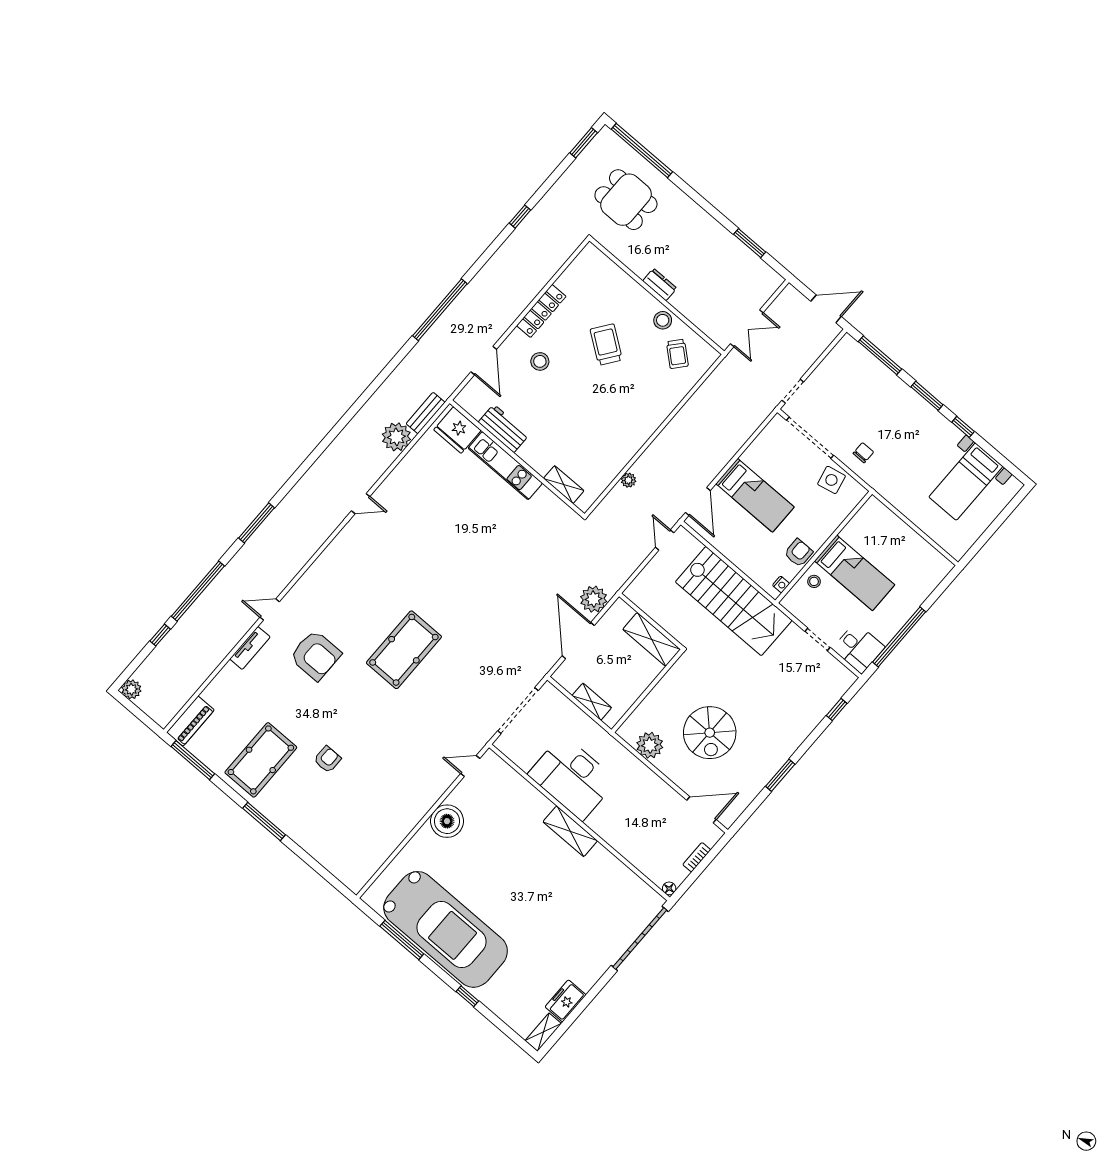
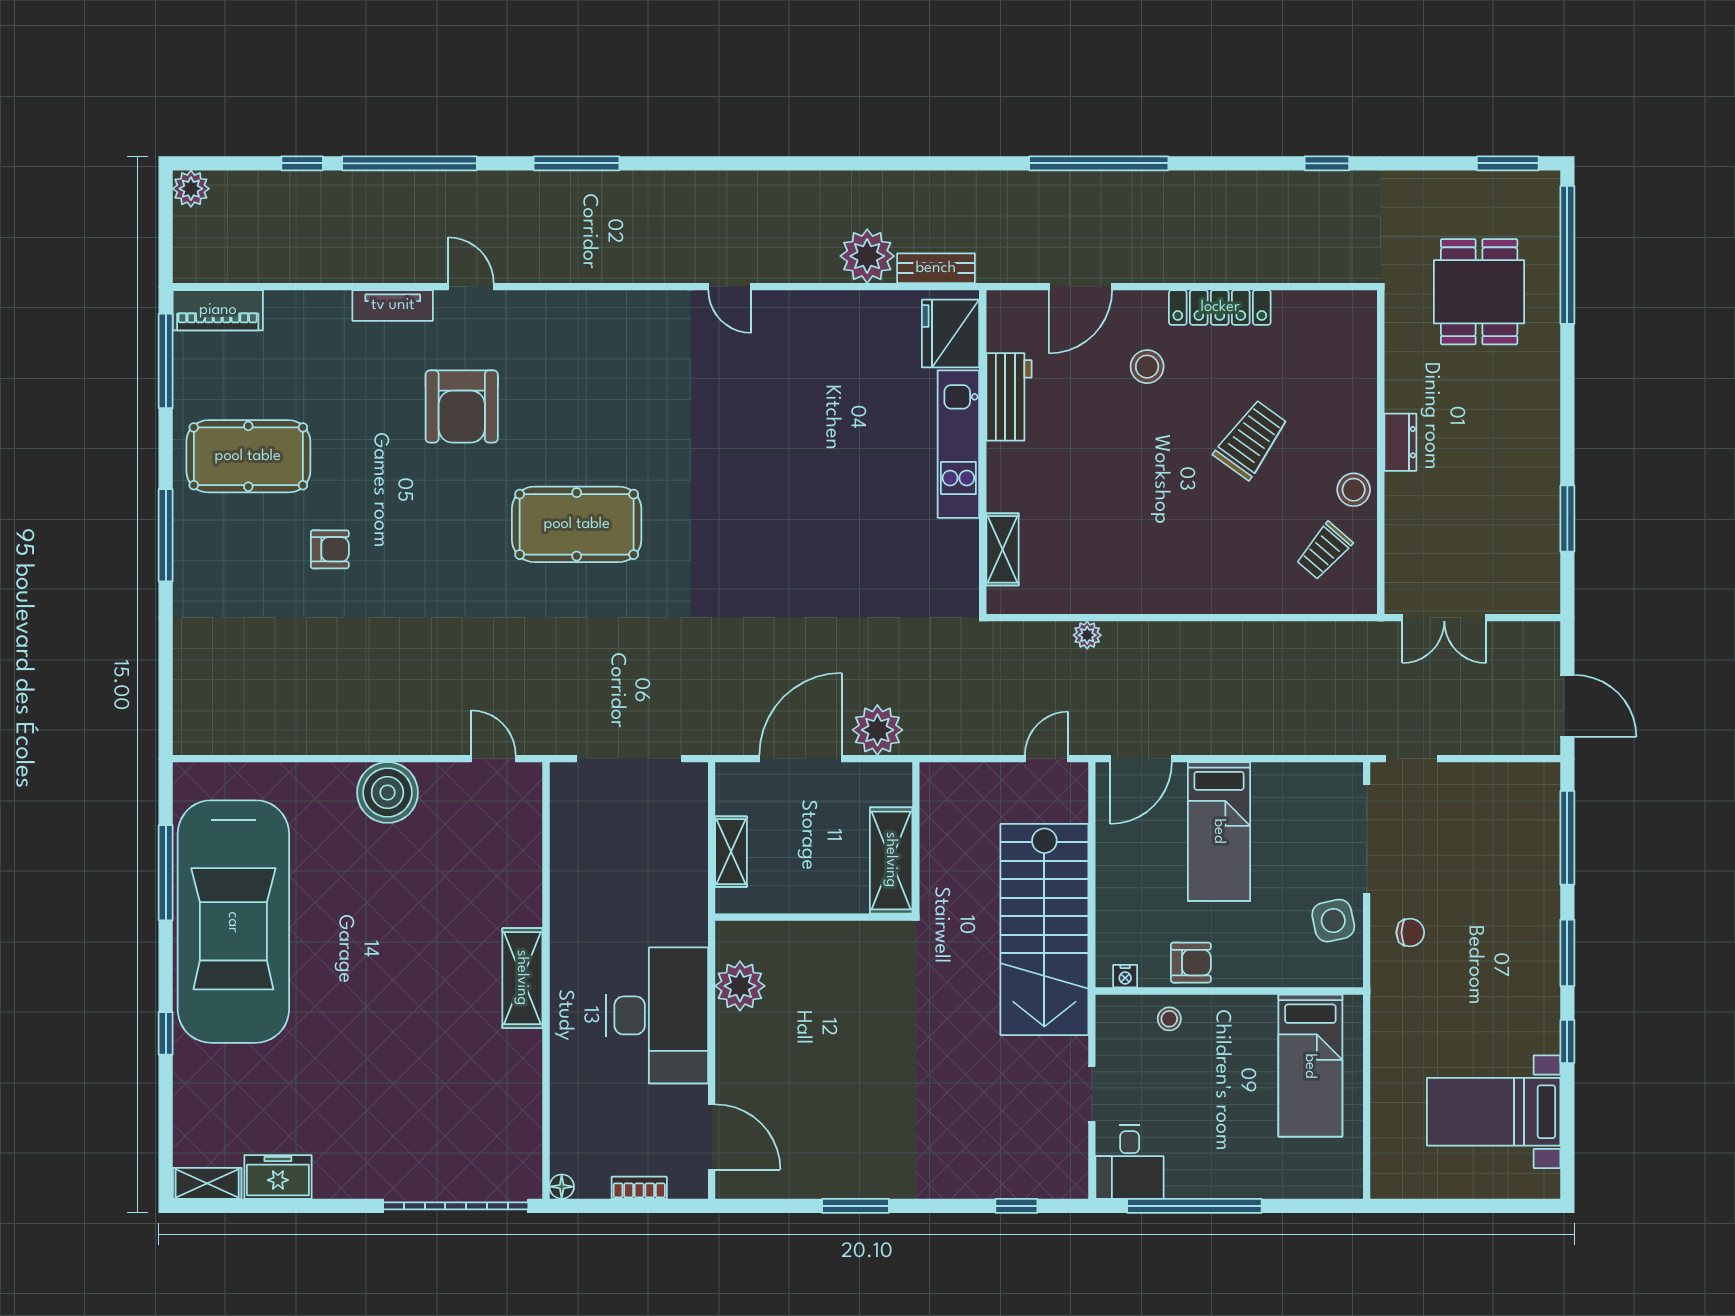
bed: (855, 573) -> (1310, 1066), moved
spiral stairs: (710, 733) -> (830, 1055), removed
desk: (572, 778) -> (657, 1015), moved, turned 180

